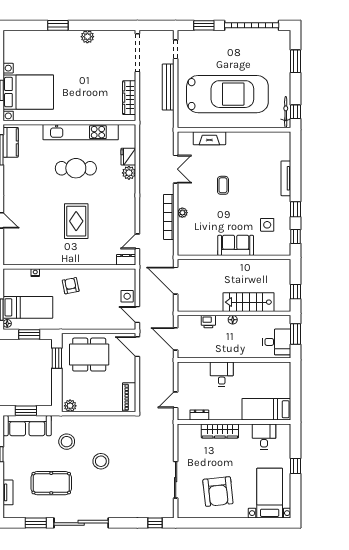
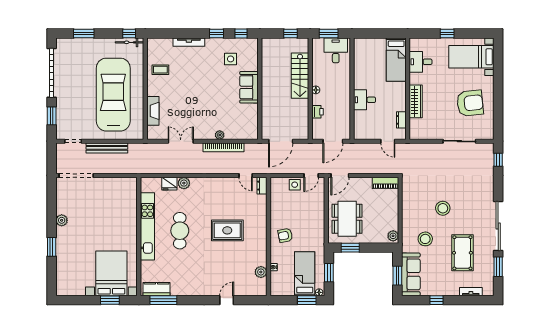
wardrobe: (129, 98) -> (116, 183), removed
coffee table: (223, 185) -> (160, 70), moved
plant: (30, 259) -> (261, 272), added

